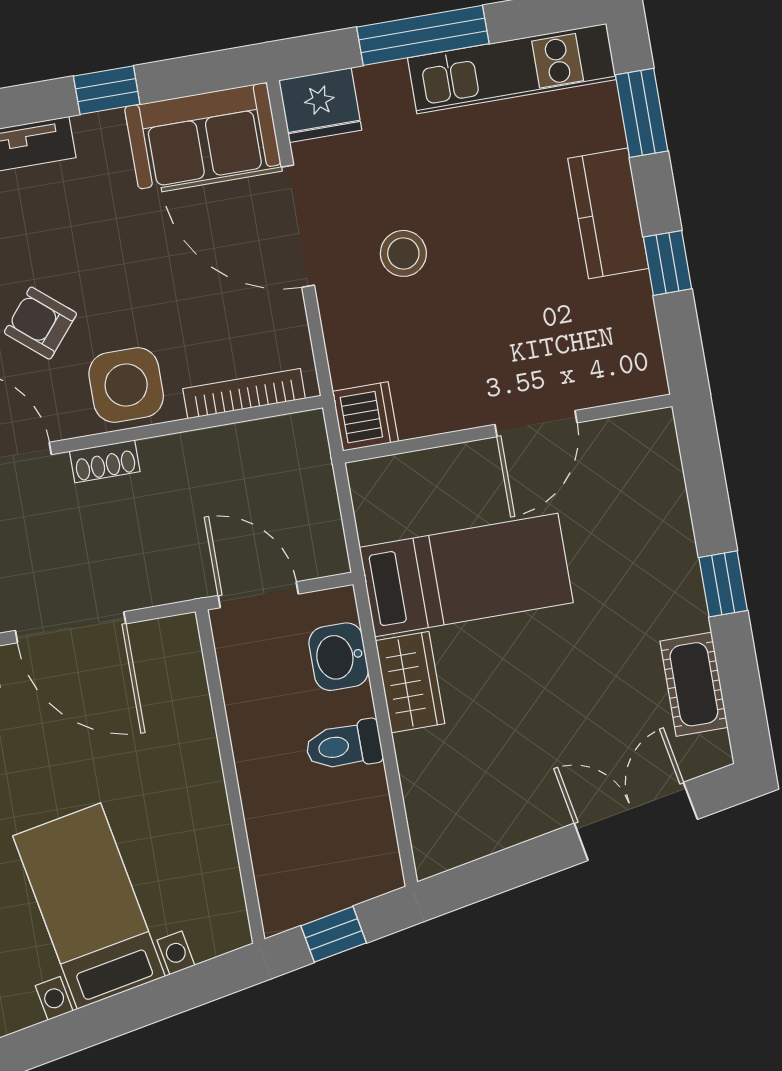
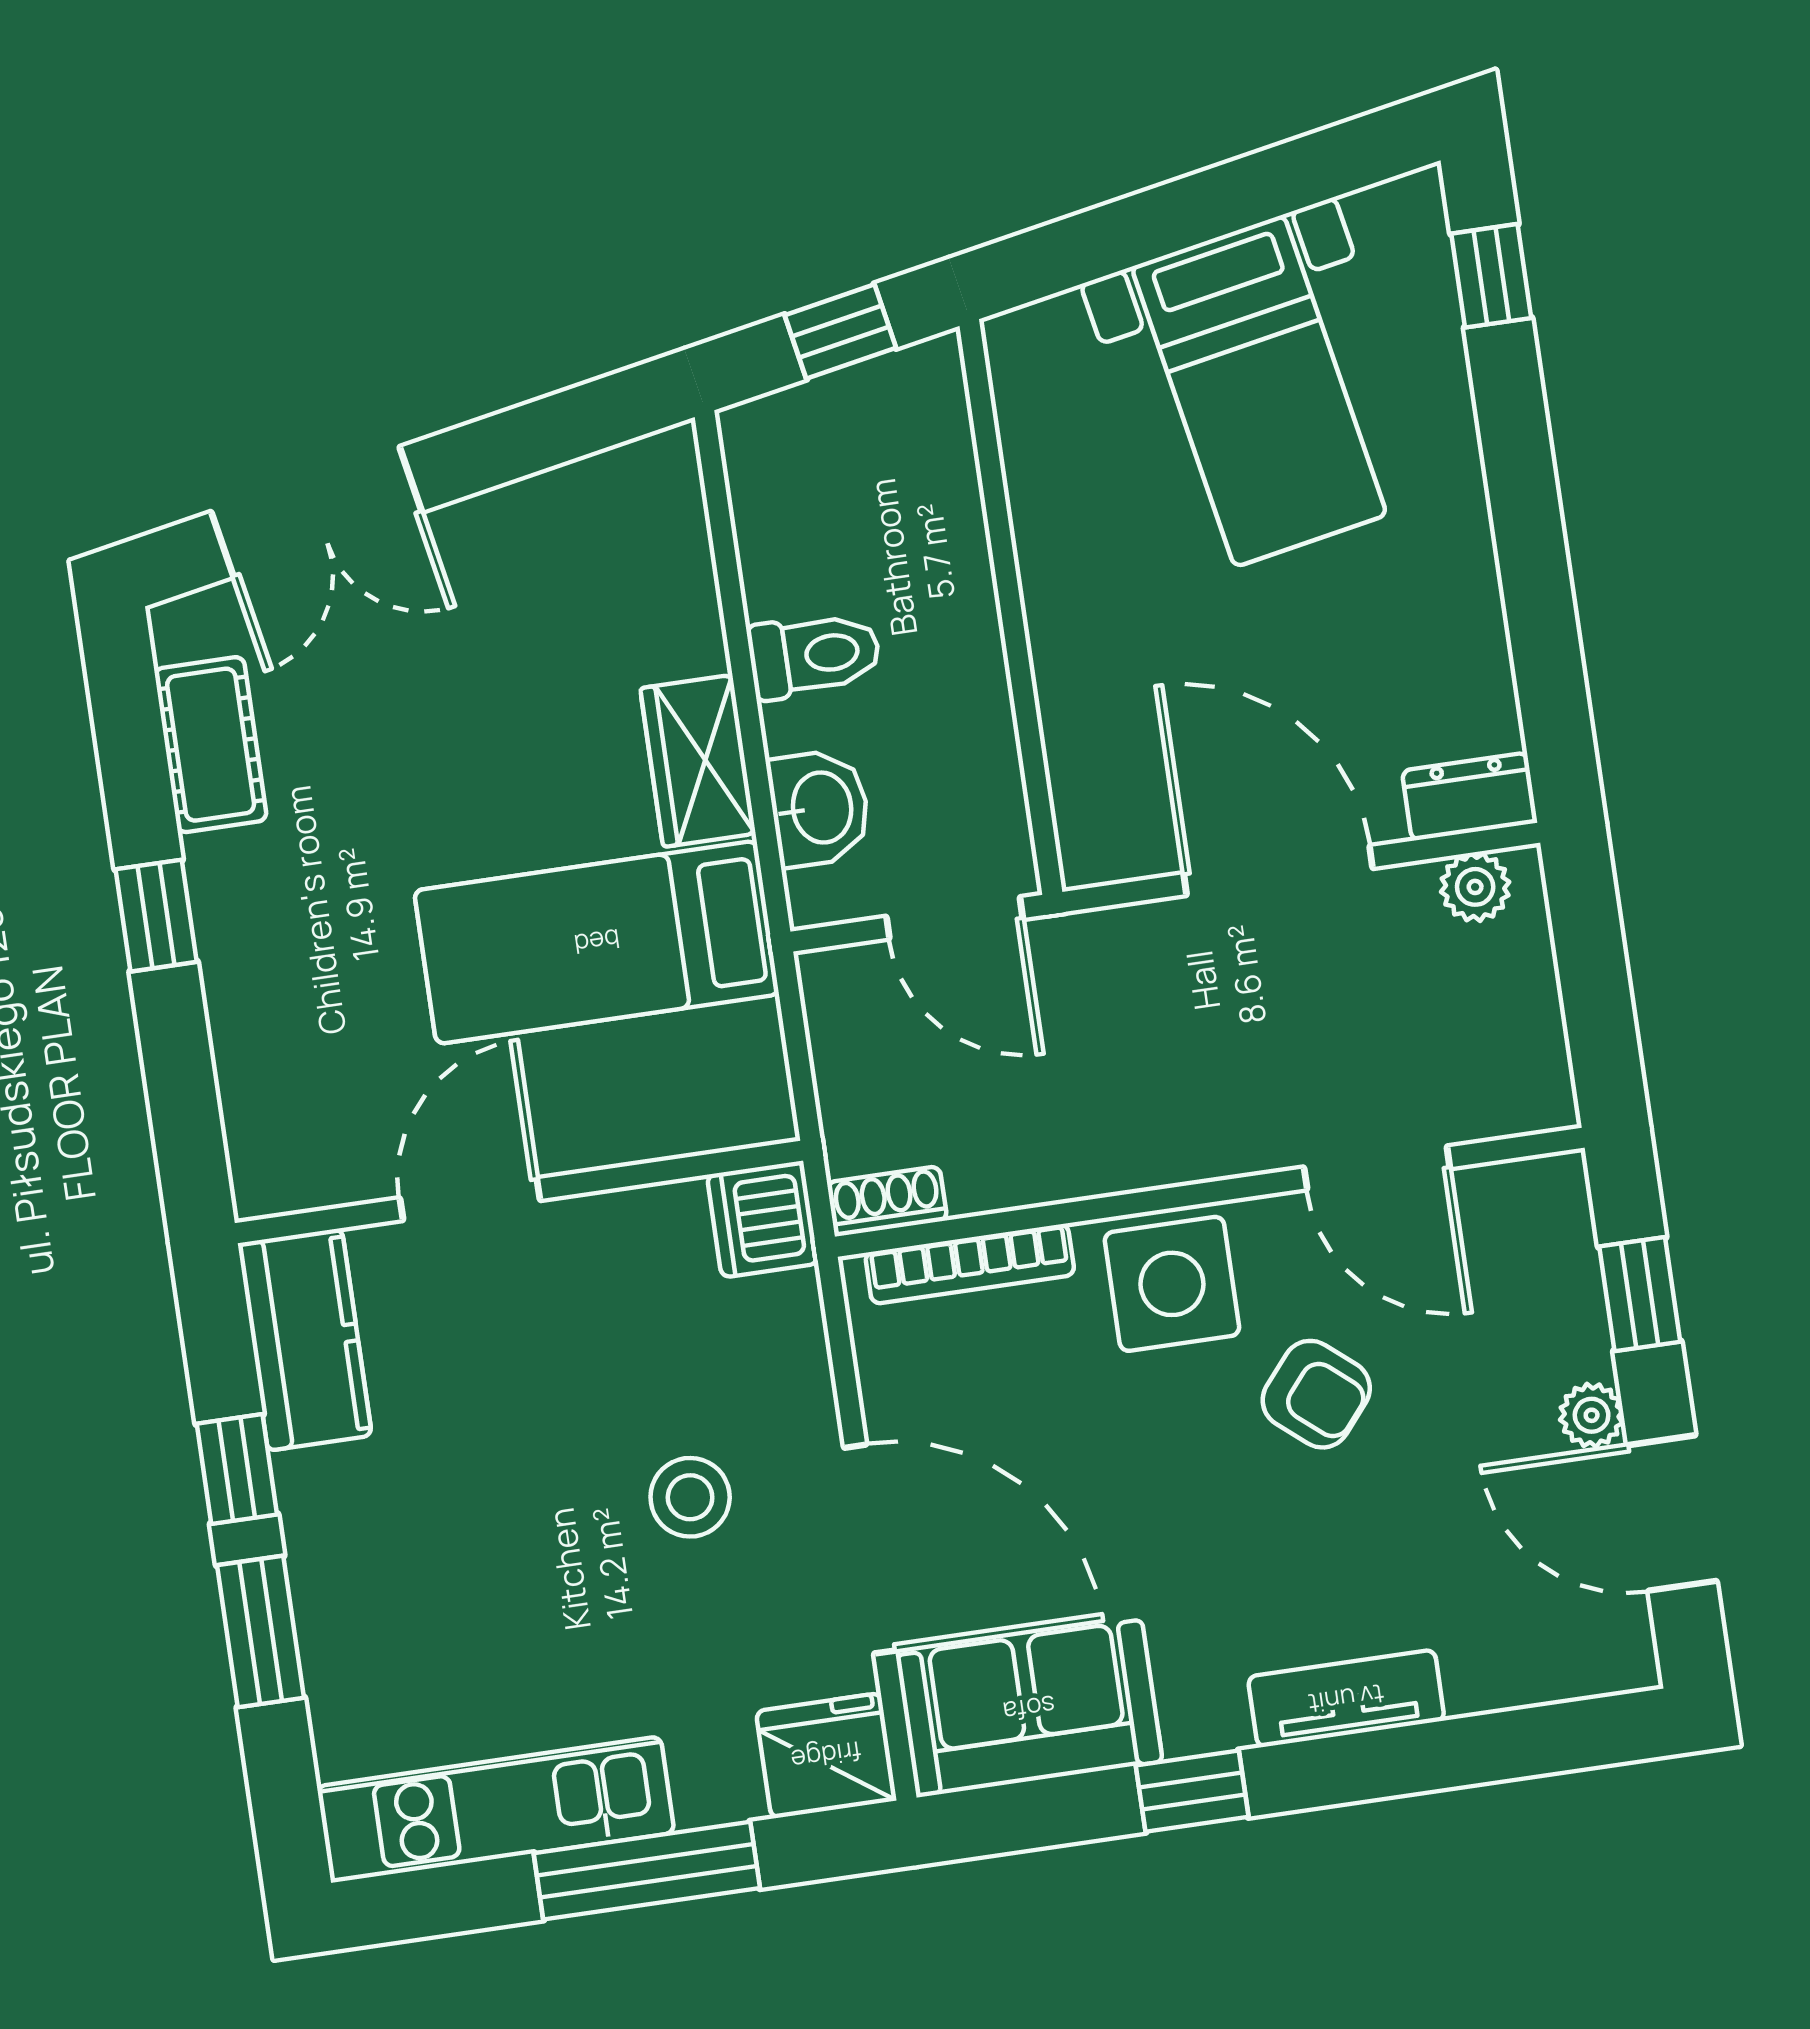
window: (642, 113) -> (261, 1632), moved
kitchen counter: (608, 213) -> (305, 1339), moved
shoe rack: (105, 461) -> (887, 1201), moved

